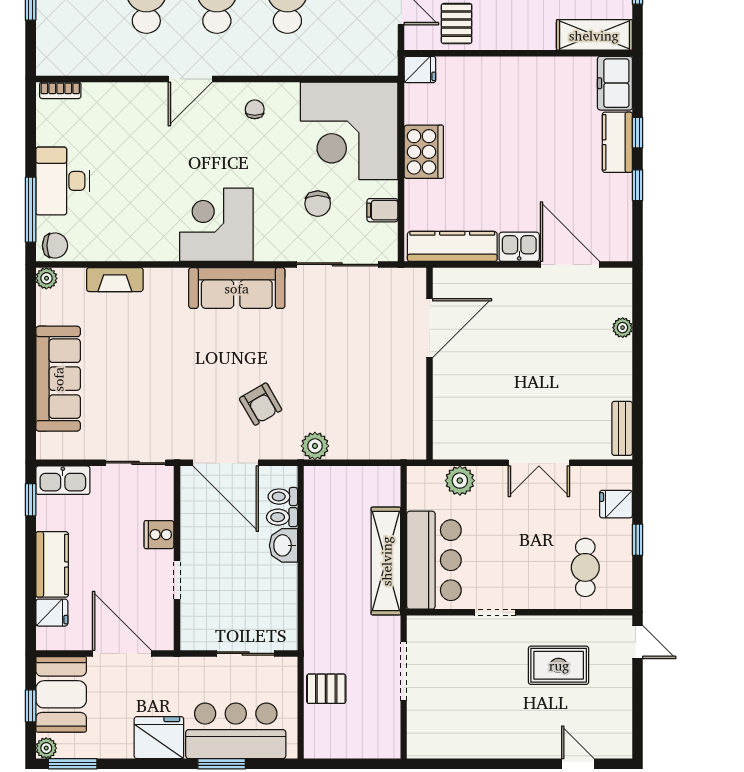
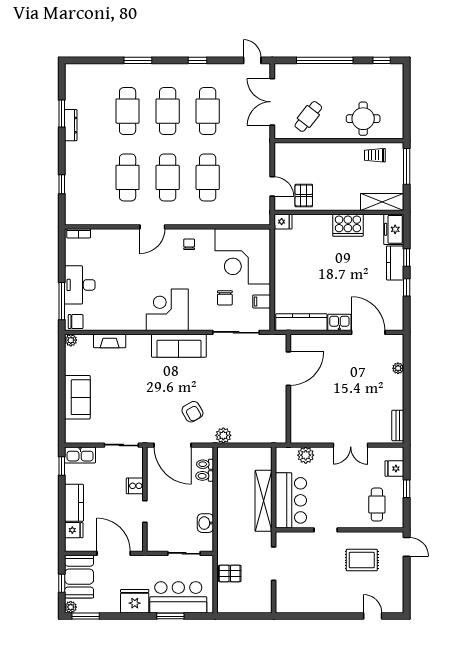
cooker: (424, 152) -> (348, 225), moved, turned 90
sofa: (58, 379) -> (77, 397), width x0.73
washbasin: (283, 545) -> (205, 523), moved

